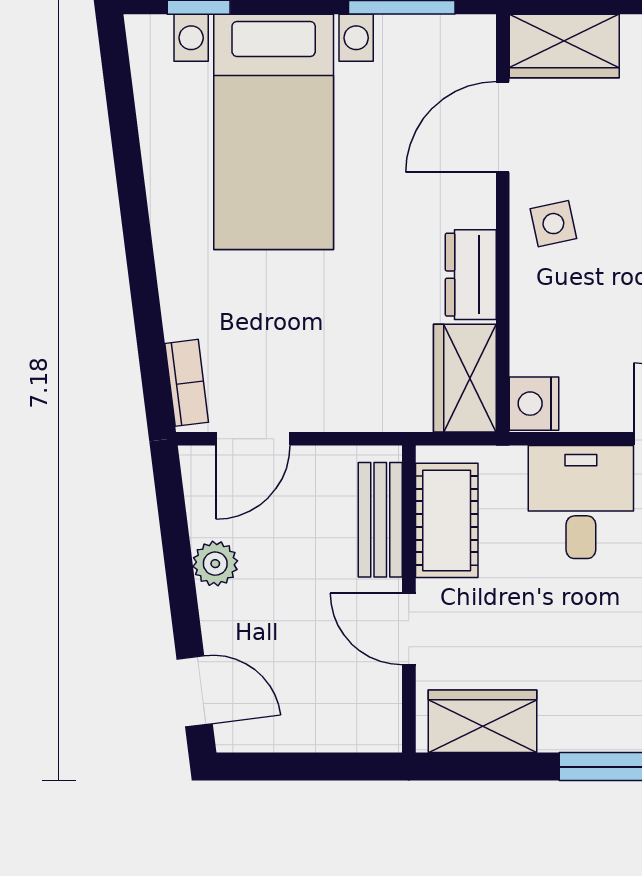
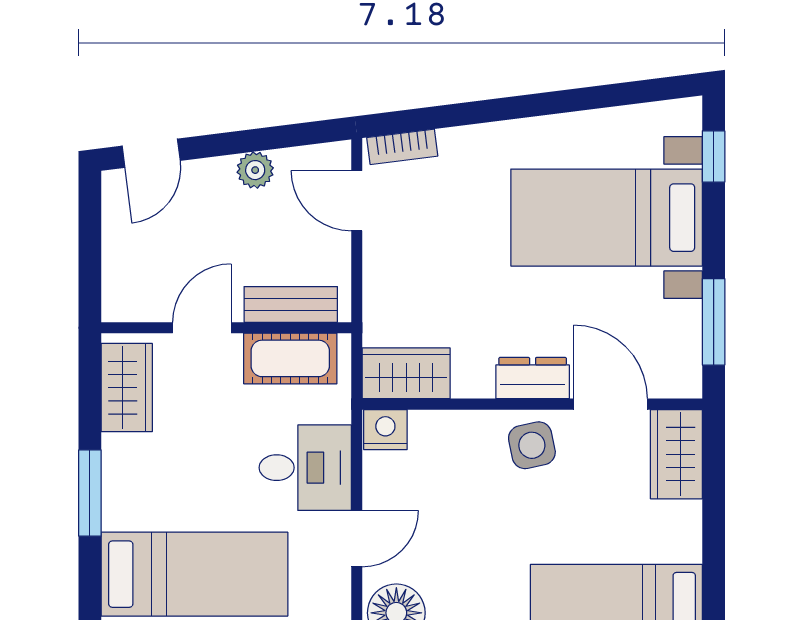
side table: (553, 224) -> (532, 445), width x1.37, depth x1.37
dresser: (471, 275) -> (533, 378), moved

